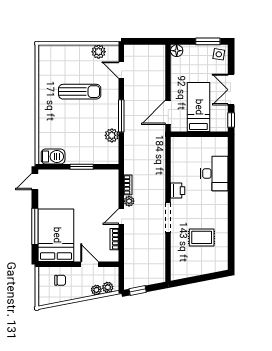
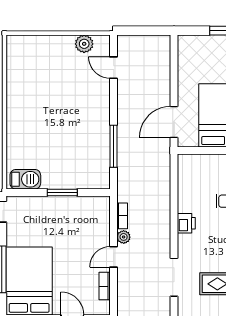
floor lamp: (177, 51) -> (185, 43), removed
sun lounger: (80, 92) -> (60, 95), removed
window: (121, 116) -> (114, 146), moved
plant: (112, 135) -> (101, 152), removed
doorway: (168, 218) -> (174, 277), moved

